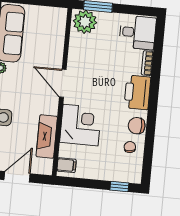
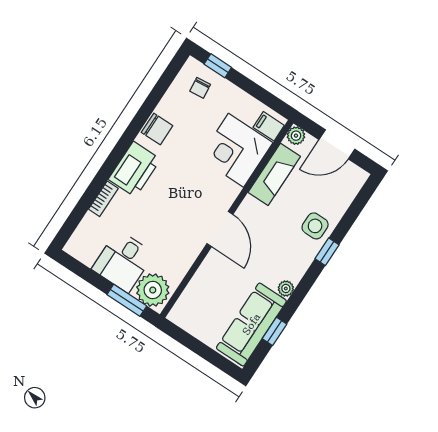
desk: (138, 32) -> (123, 261), moved, turned -90
corner desk: (81, 125) -> (236, 150), moved
chair: (130, 147) -> (200, 88), moved
plant: (46, 168) -> (296, 136), added

